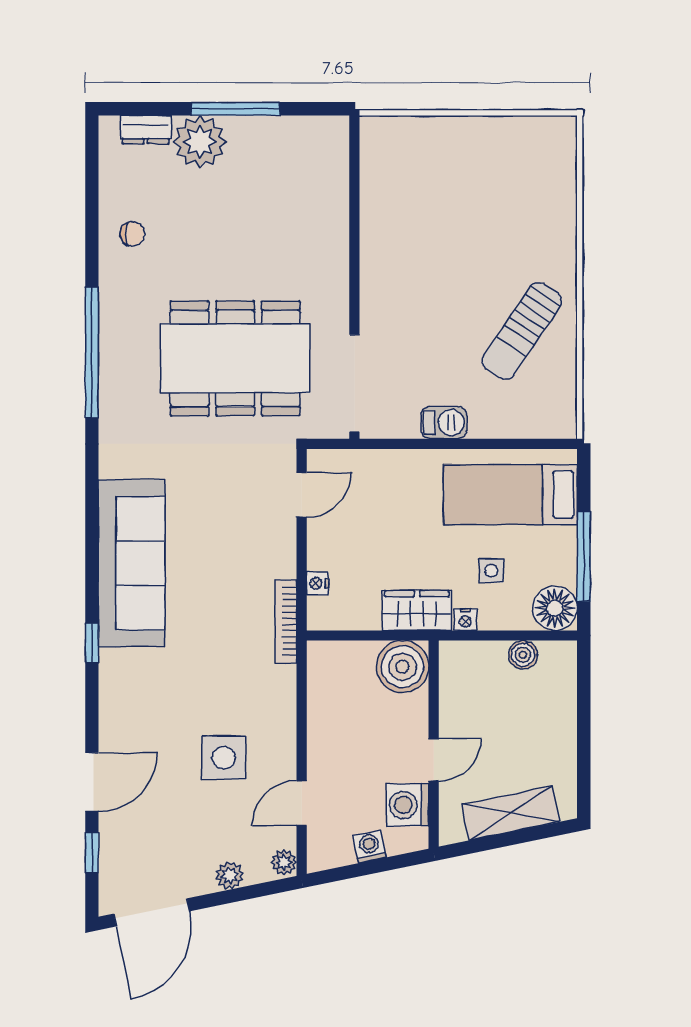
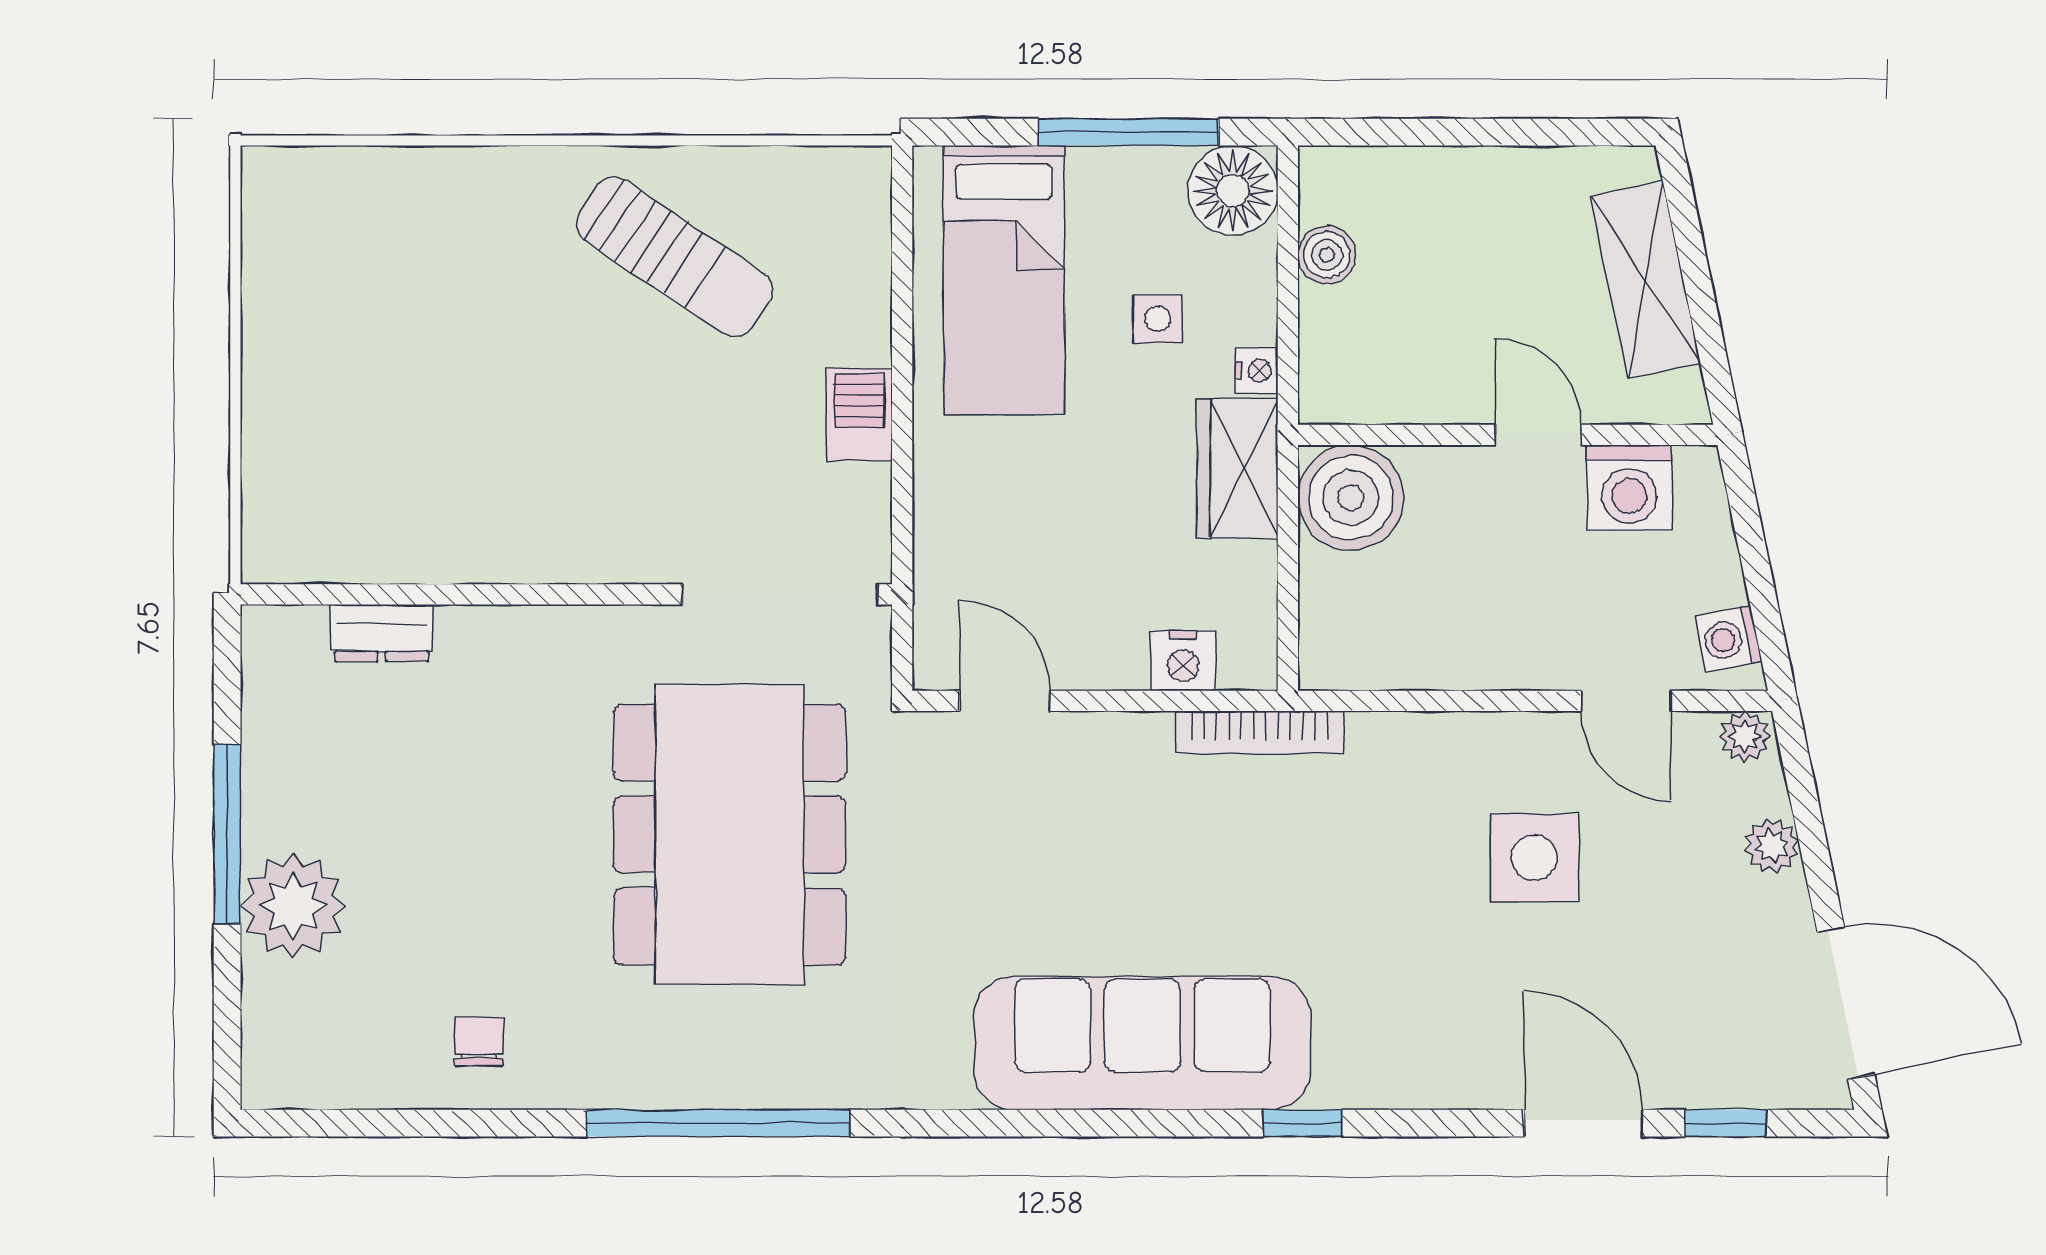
dresser: (146, 130) -> (381, 633), moved, turned 90
nightstand: (318, 583) -> (1183, 661), width x1.39, depth x1.35
washing machine: (370, 847) -> (1729, 639), moved

